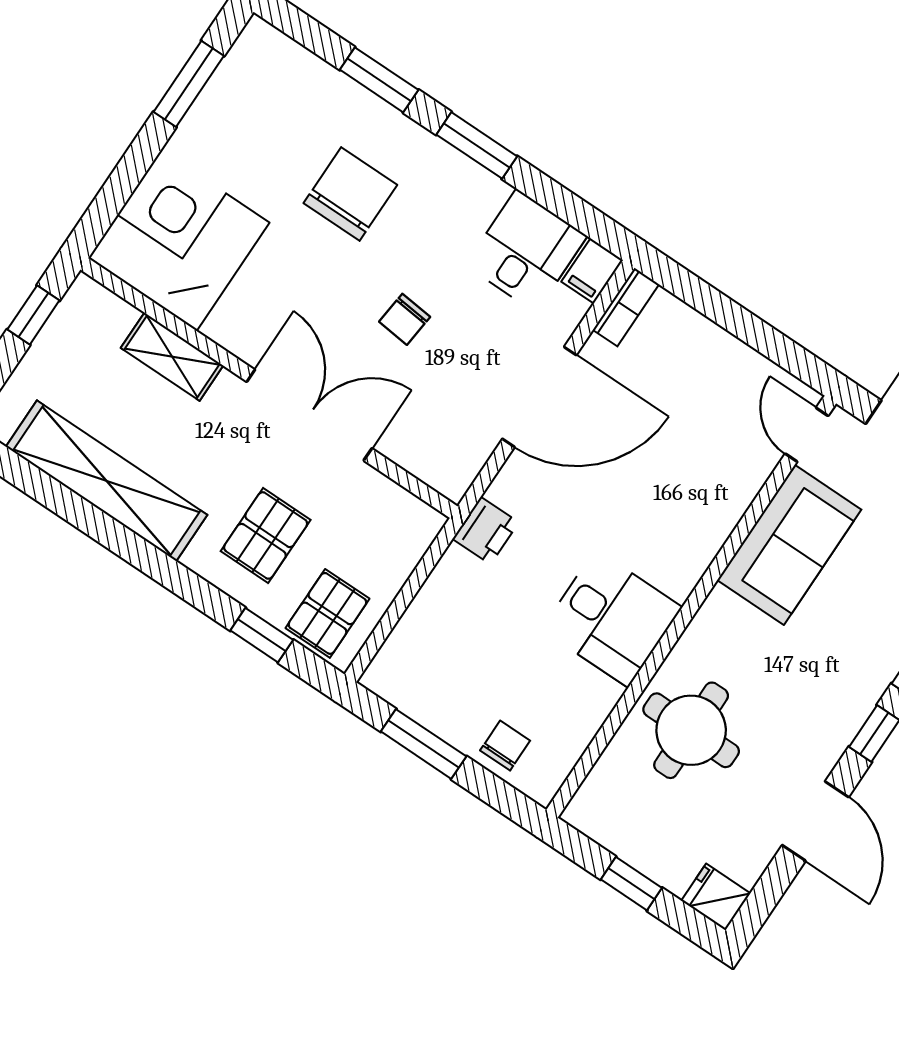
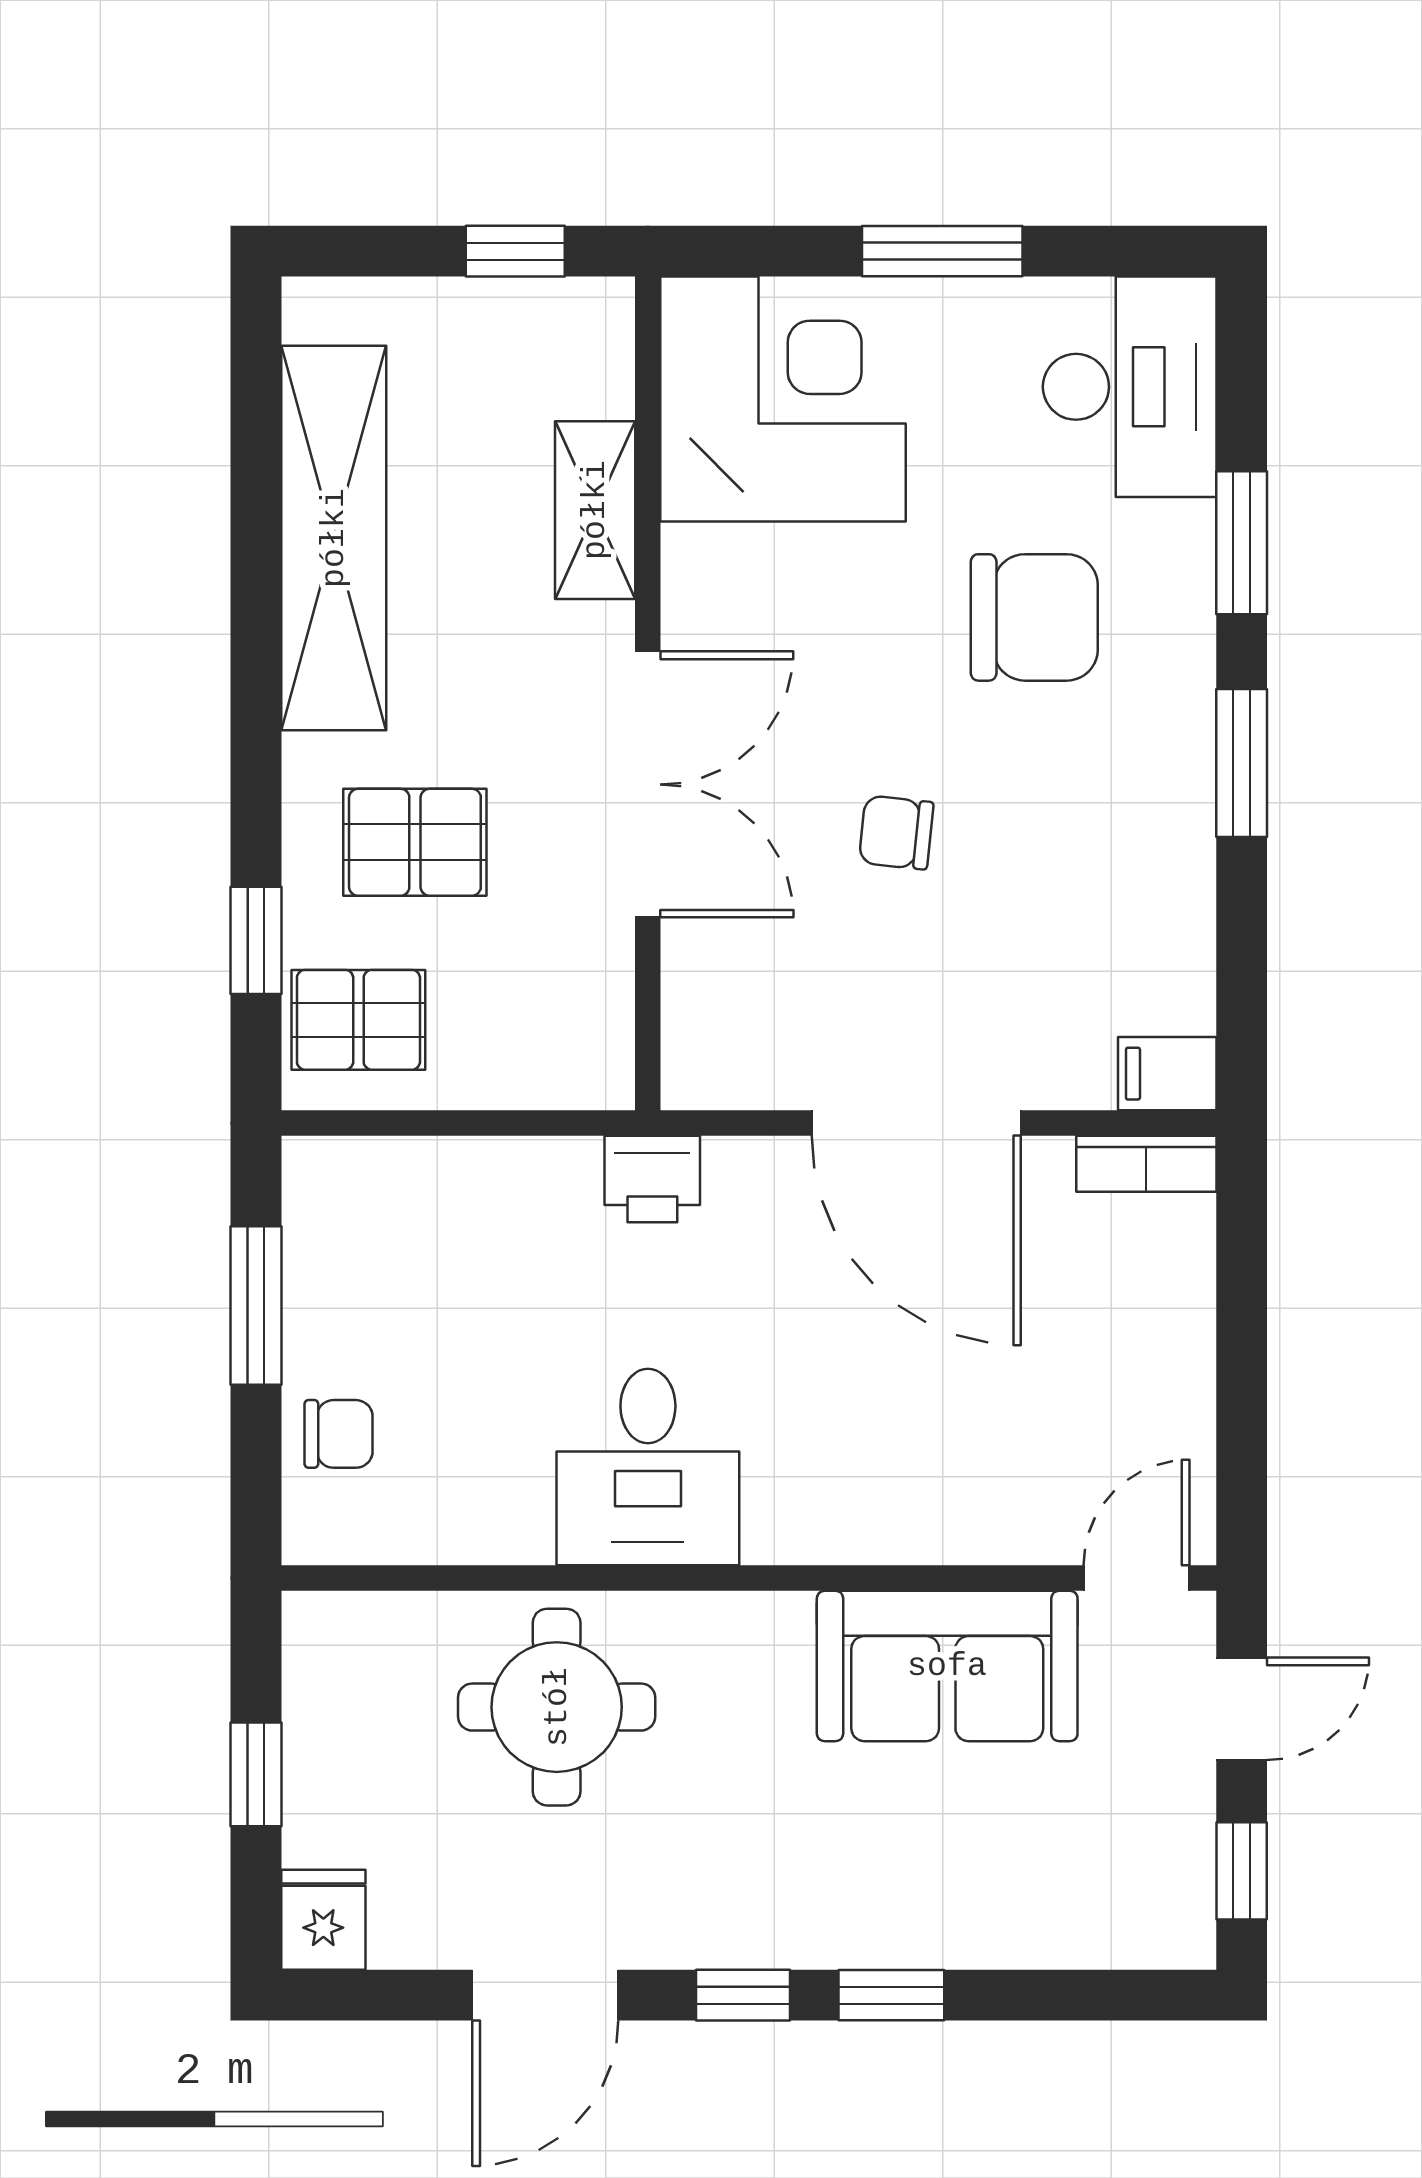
window: (189, 84) -> (942, 251), moved
desk: (526, 251) -> (1130, 387), moved, width x1.37

